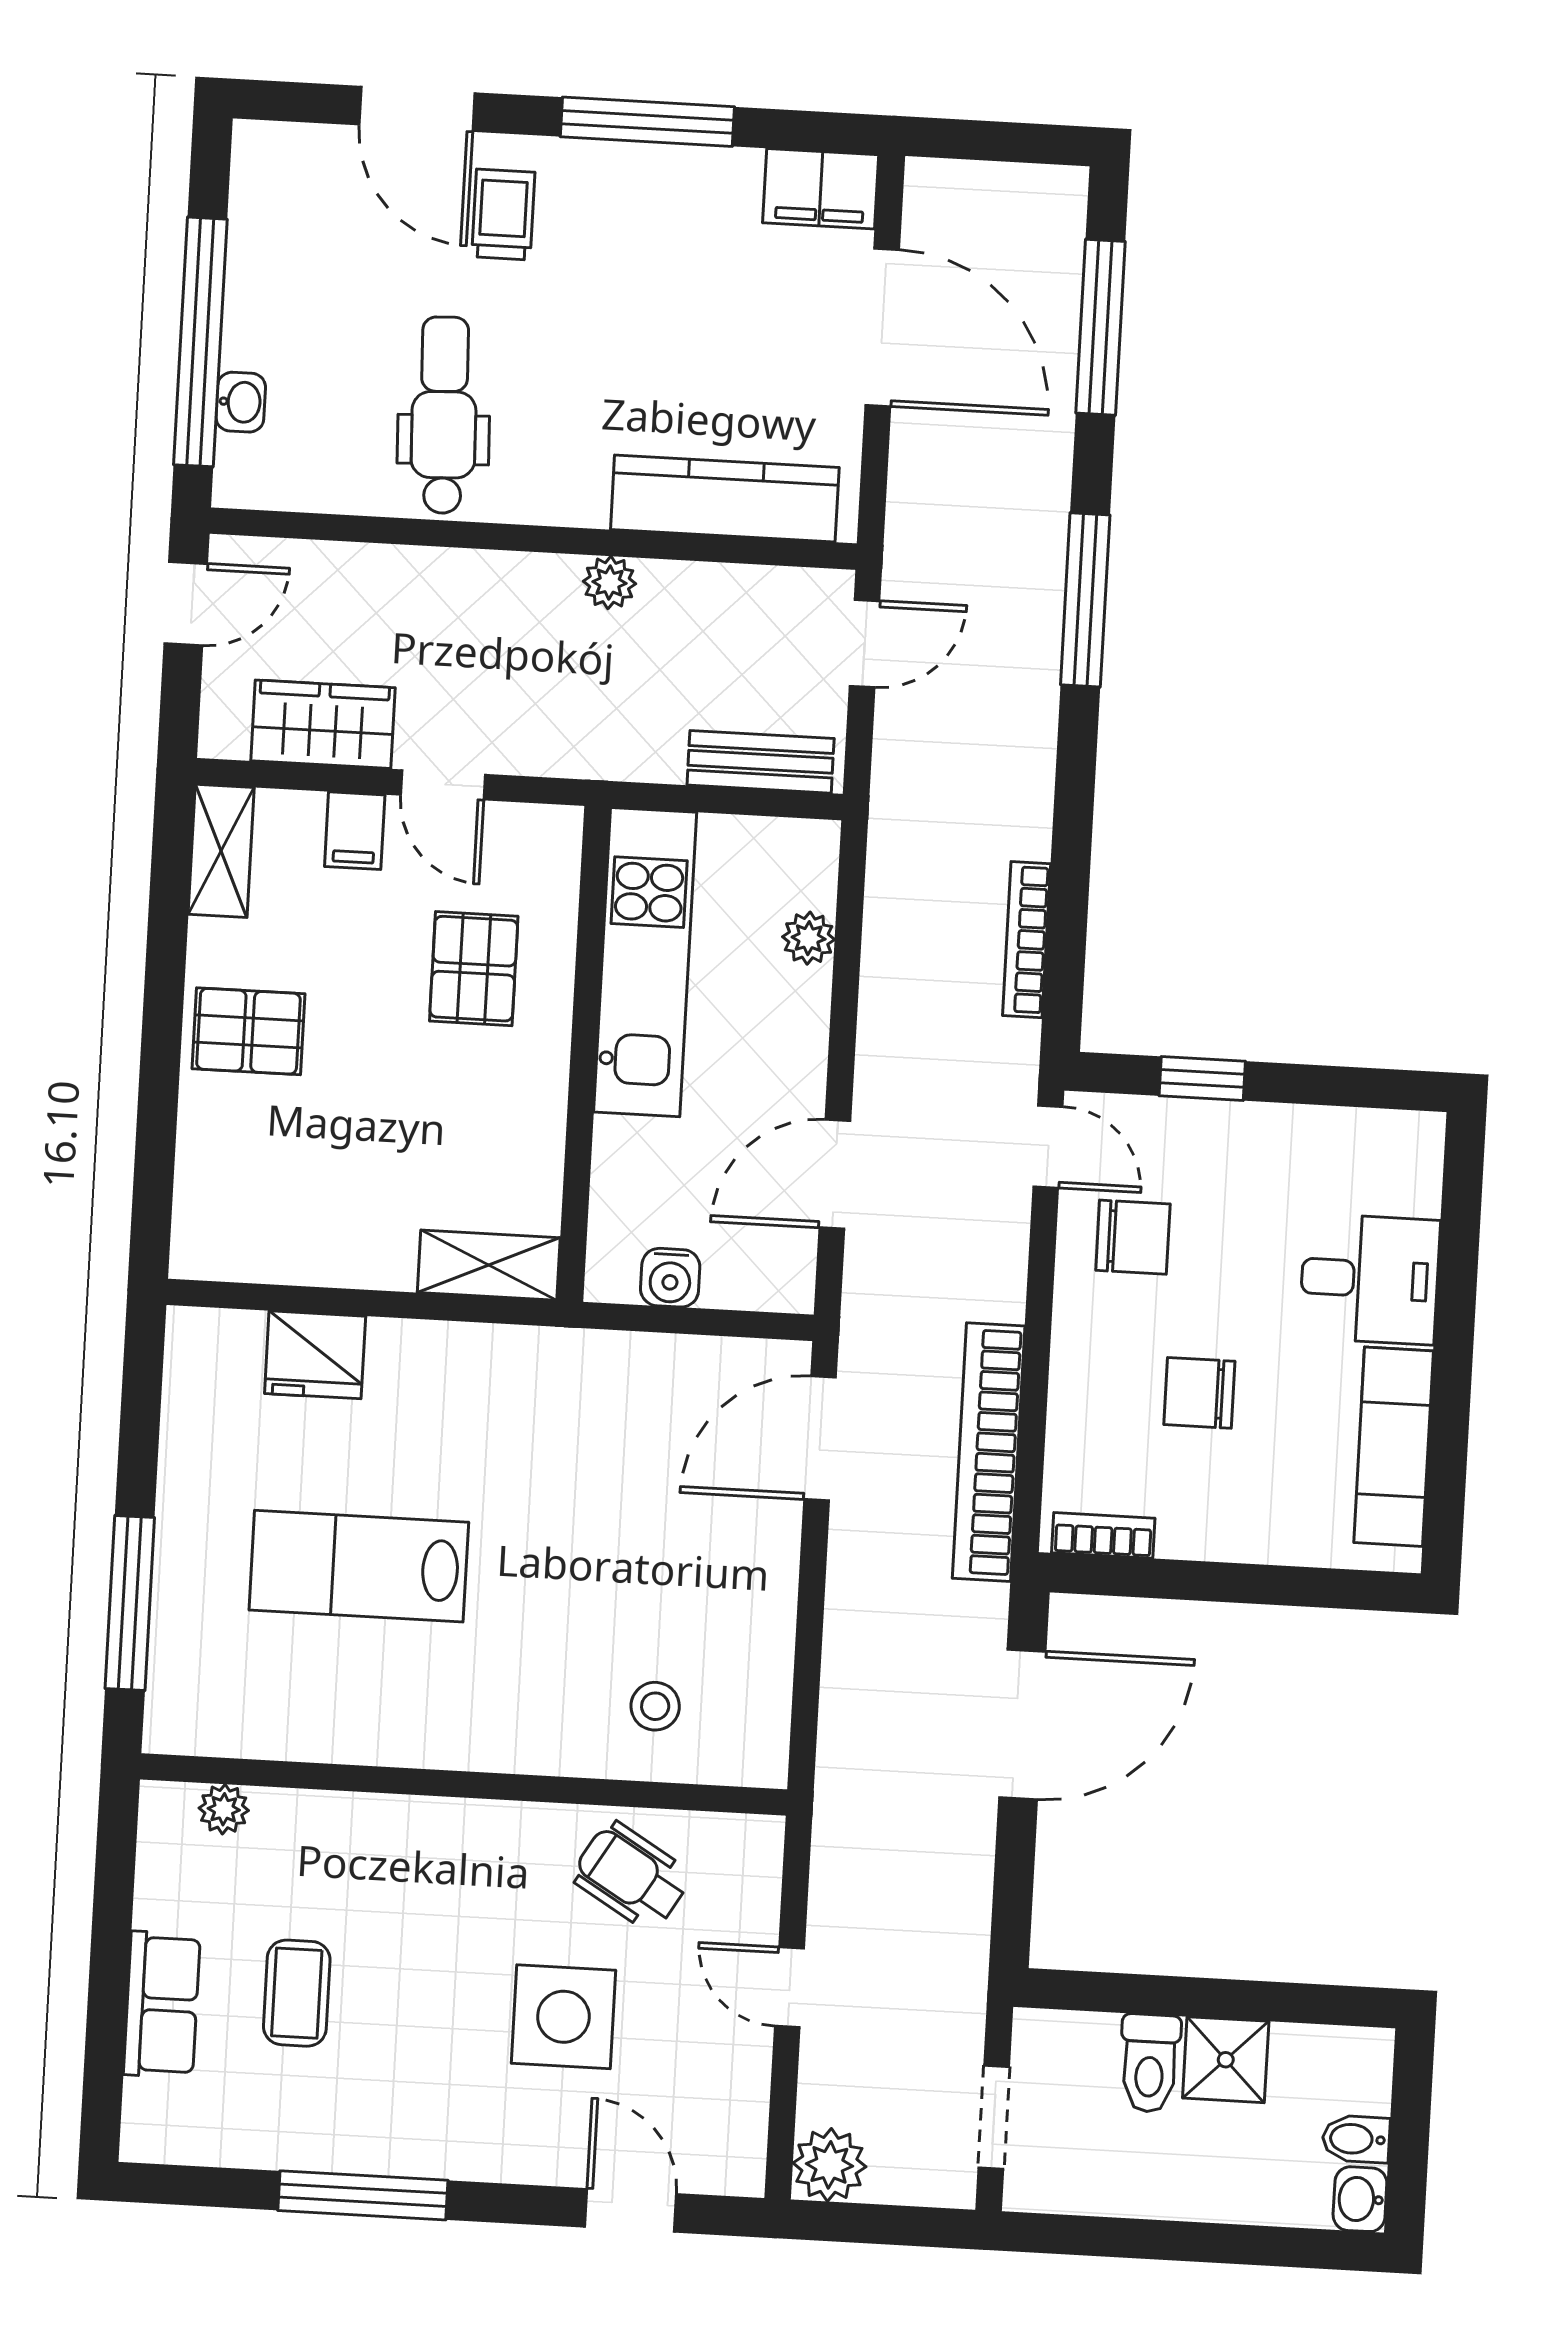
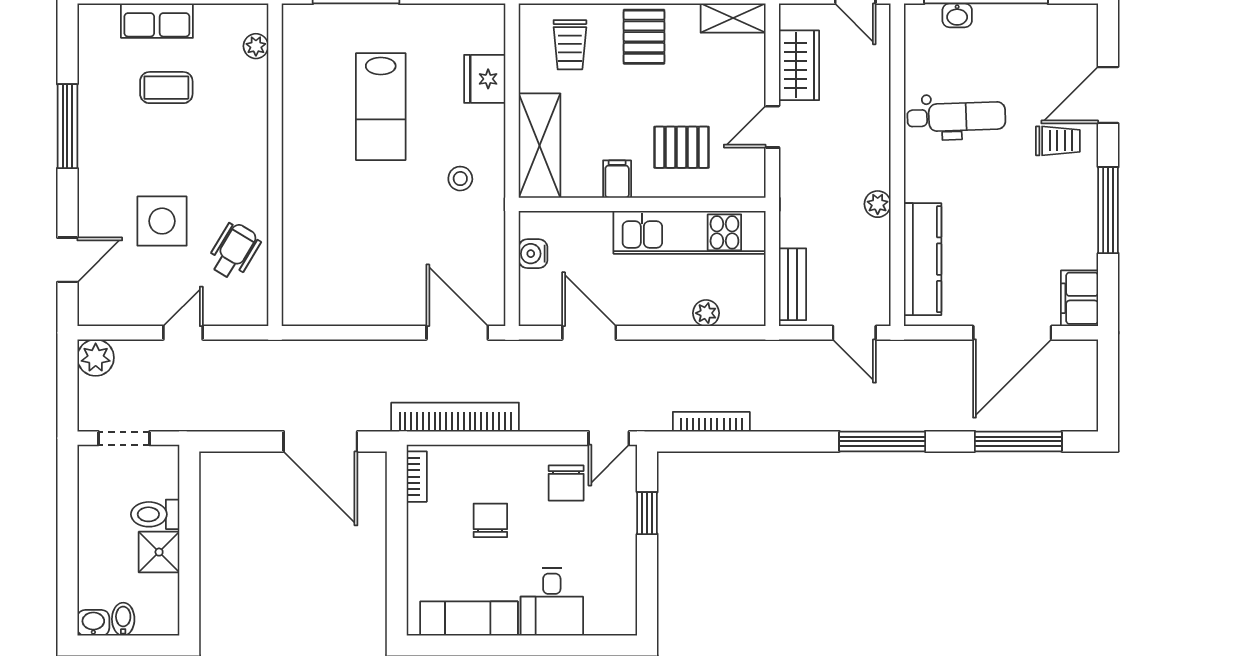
filing cabinet: (355, 831) -> (617, 179), moved, turned 90
trolley: (256, 1180) -> (570, 45), added
shelving: (489, 1265) -> (539, 146), width x1.50, depth x1.33
lab bench: (359, 1566) -> (381, 107), turned 180
stool: (655, 1706) -> (460, 179), moved

